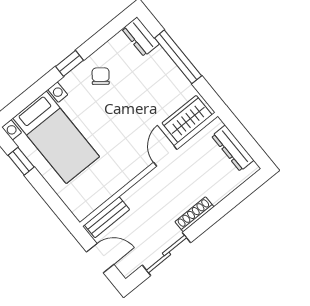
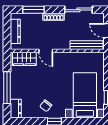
door: (165, 156) -> (46, 51), hinge flipped
window: (232, 201) -> (33, 10), added
bench: (107, 217) -> (86, 45), width x1.36

